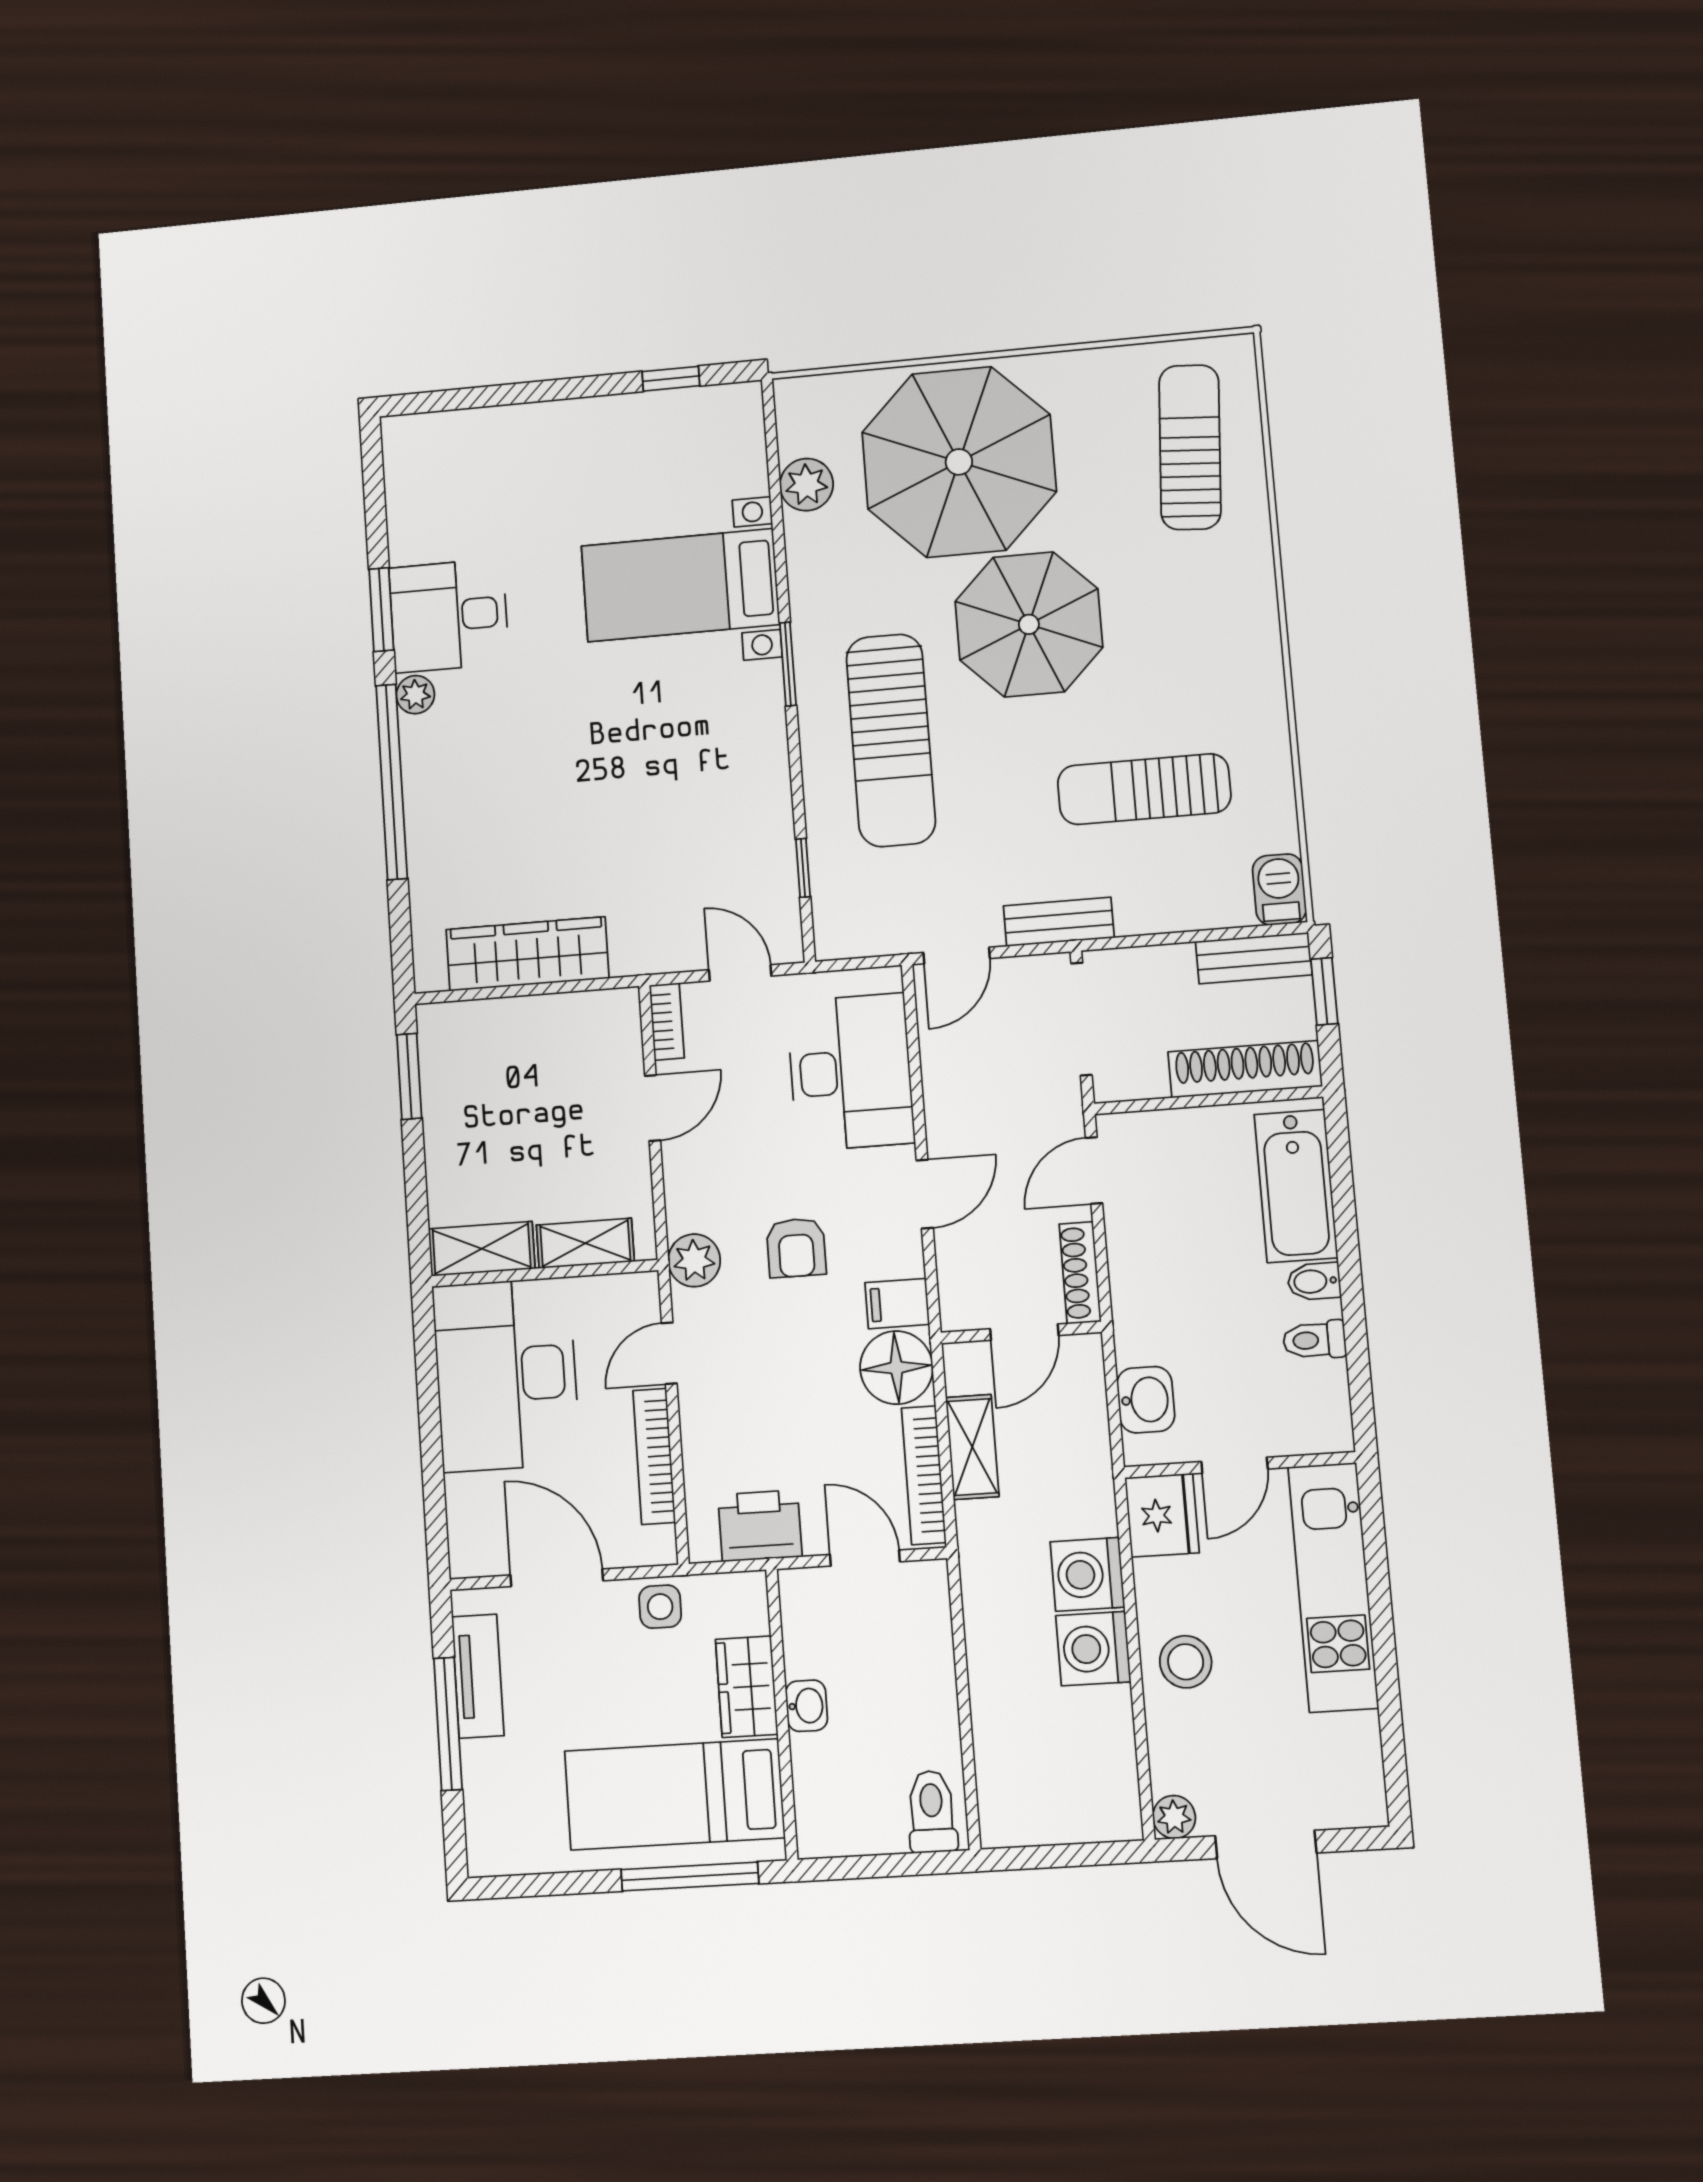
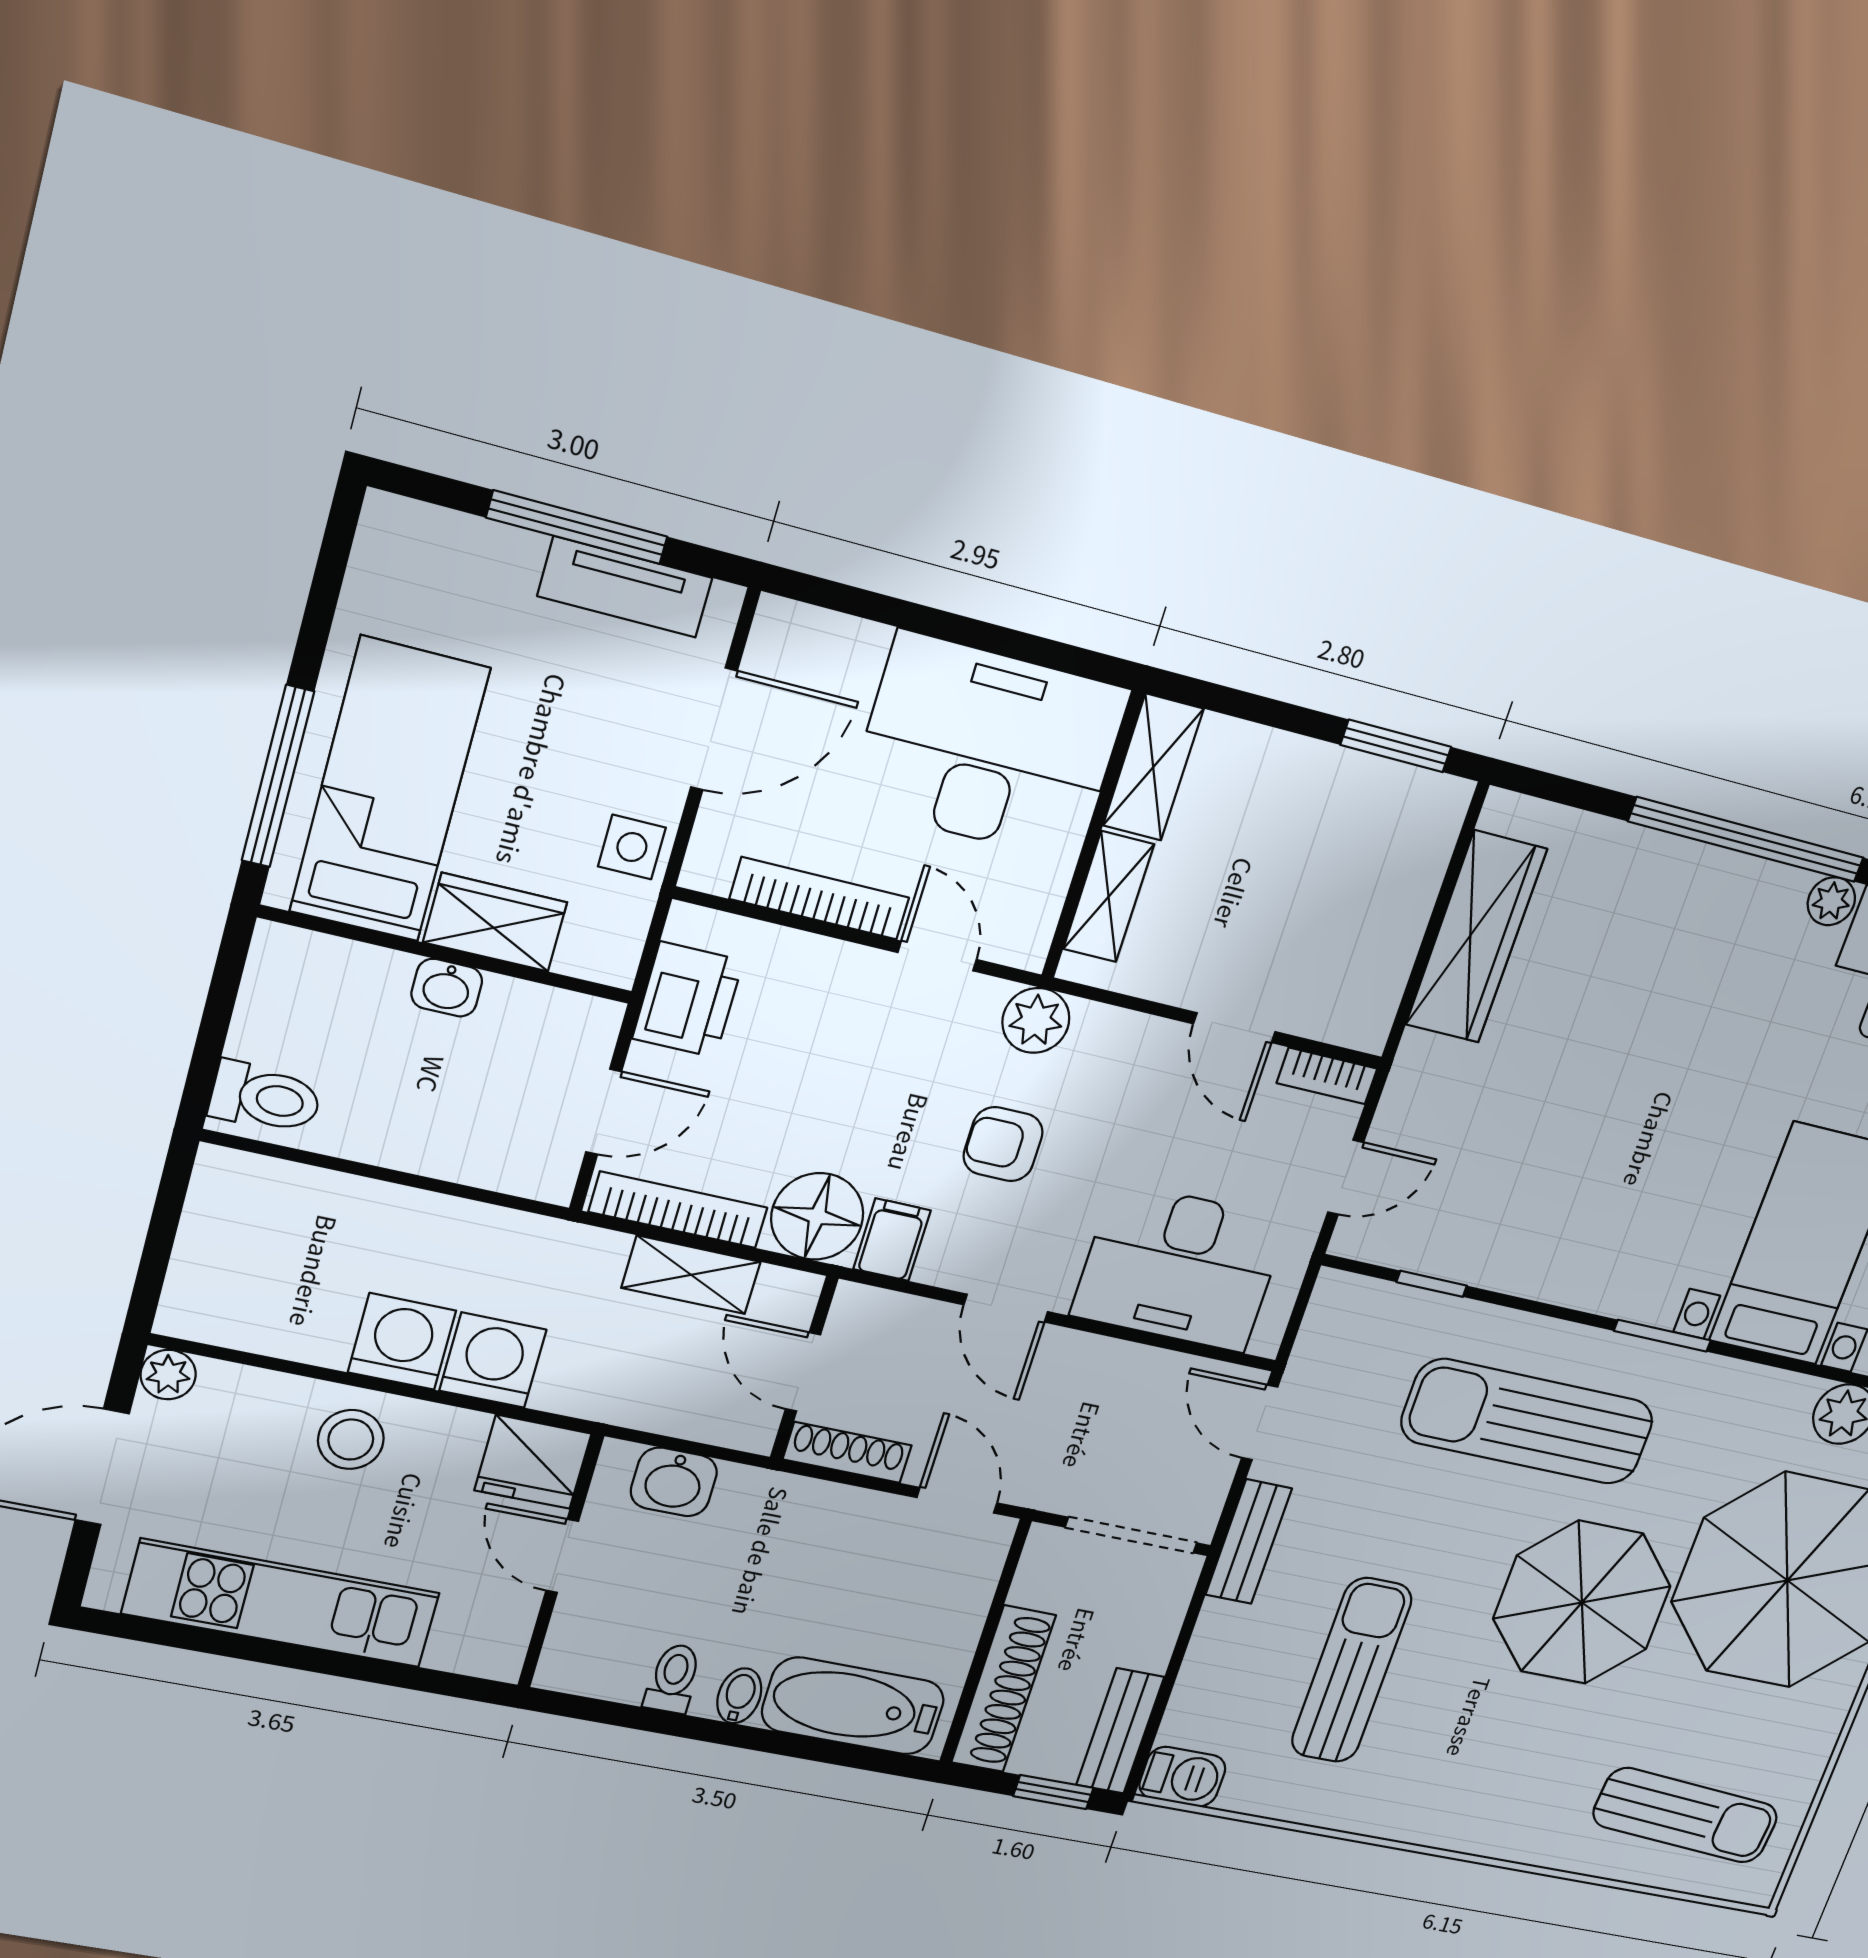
kitchen unit: (1333, 1587) -> (281, 1603), moved

